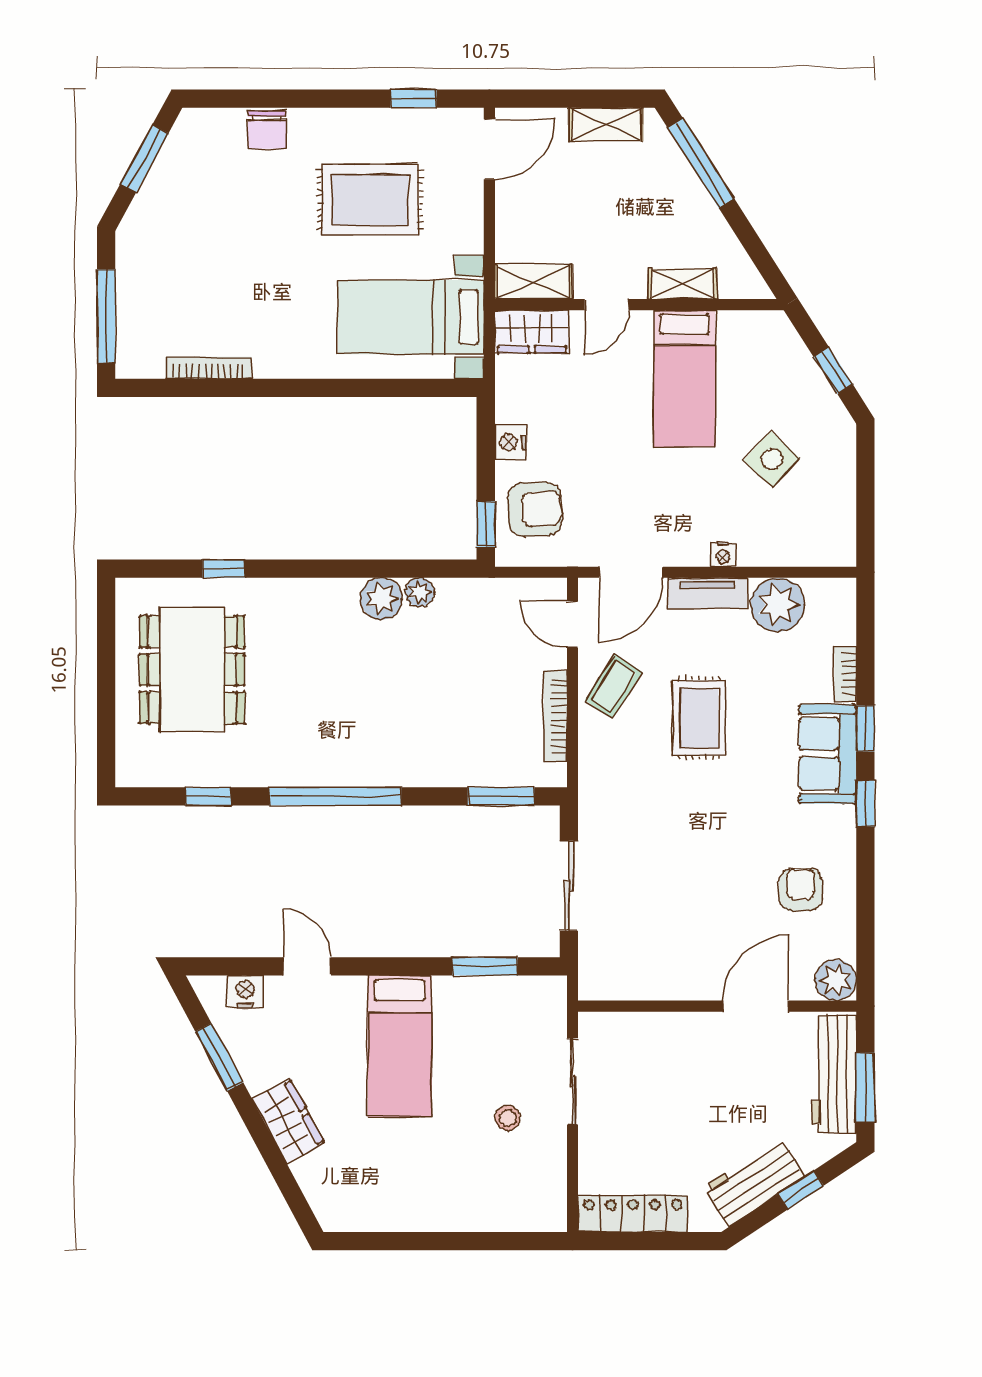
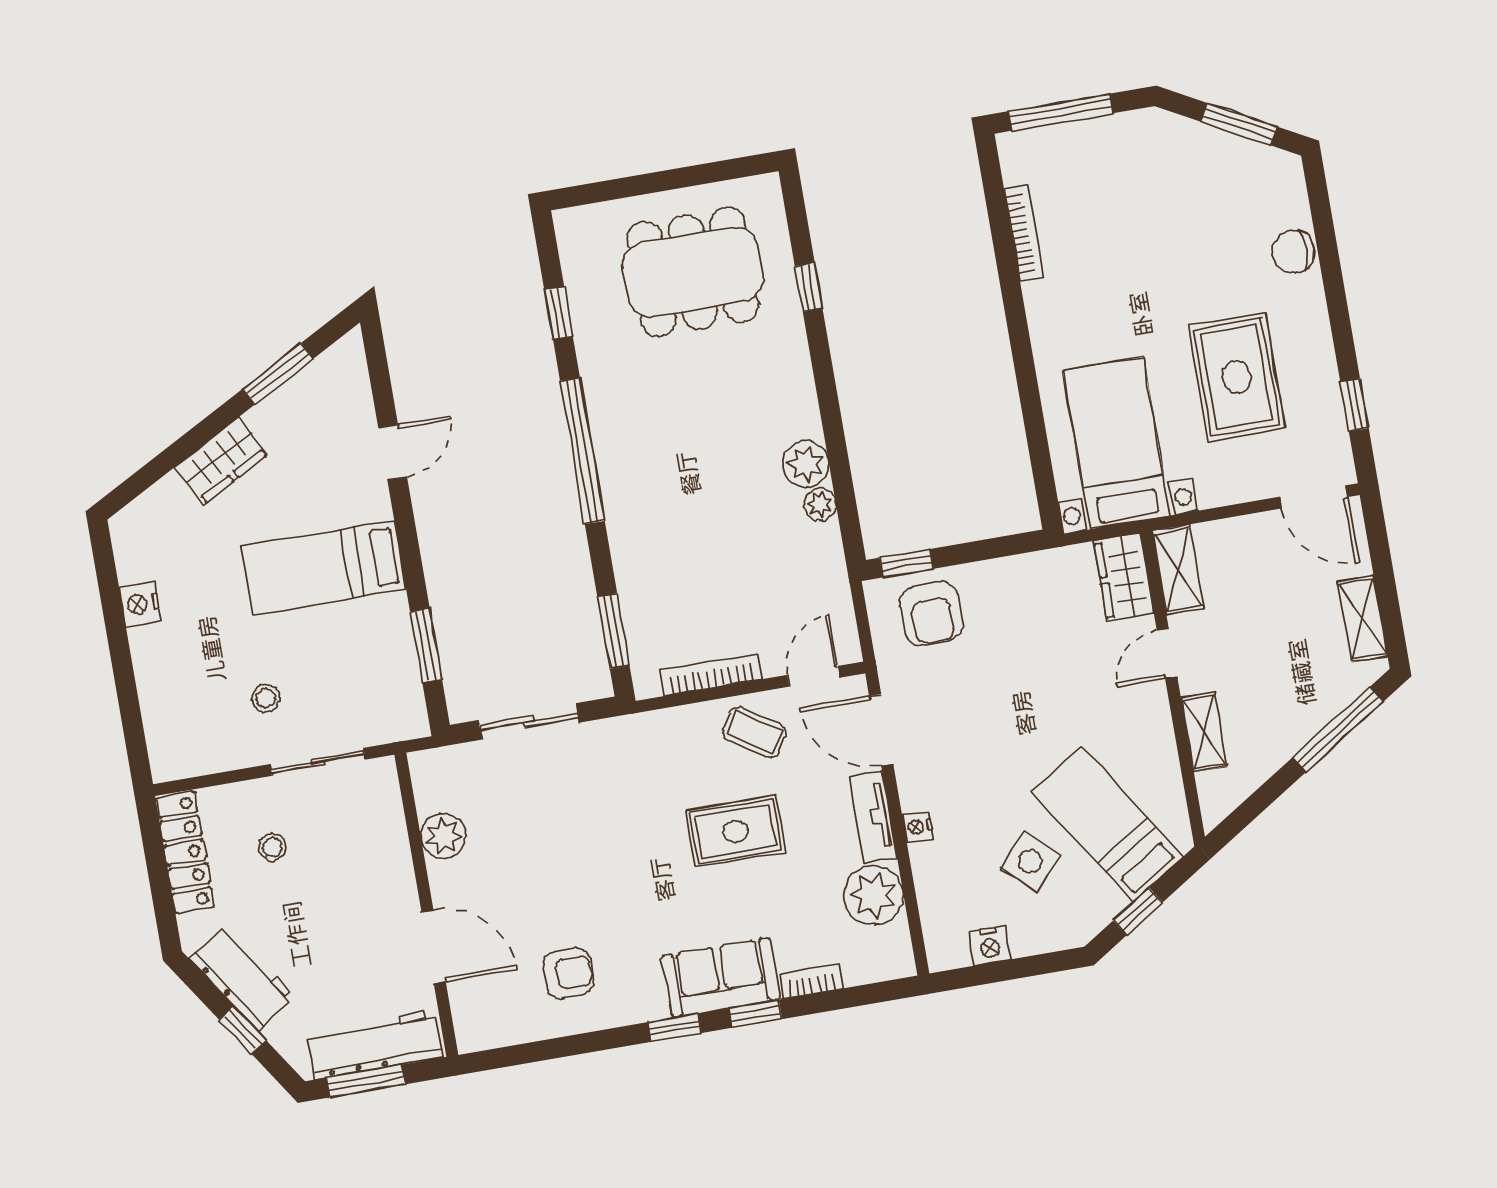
door: (607, 305) -> (1167, 653), hinge flipped
bed: (685, 378) -> (1107, 824), moved, turned 57
nightstand: (511, 442) -> (990, 945), moved, turned 180
plant: (836, 980) -> (443, 836), moved
nightstand: (245, 992) -> (140, 604), moved, turned 180
stool: (642, 1135) -> (272, 847), added

